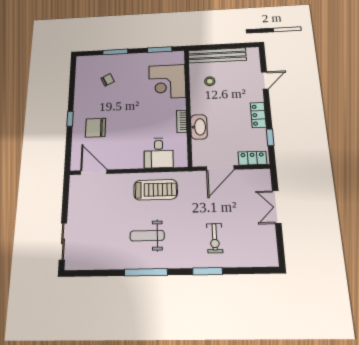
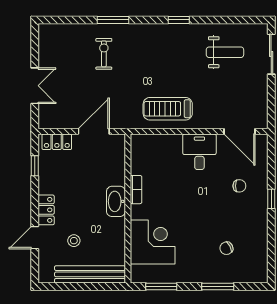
stool: (210, 81) -> (74, 241), moved
locker: (258, 115) -> (46, 210), moved
washbasin: (199, 127) -> (116, 201), moved
chair: (96, 128) -> (239, 186), width x0.54, depth x0.54
desk: (159, 153) -> (199, 152), moved
weight bench: (147, 236) -> (225, 52), moved
window: (146, 272) -> (179, 20), width x0.46

